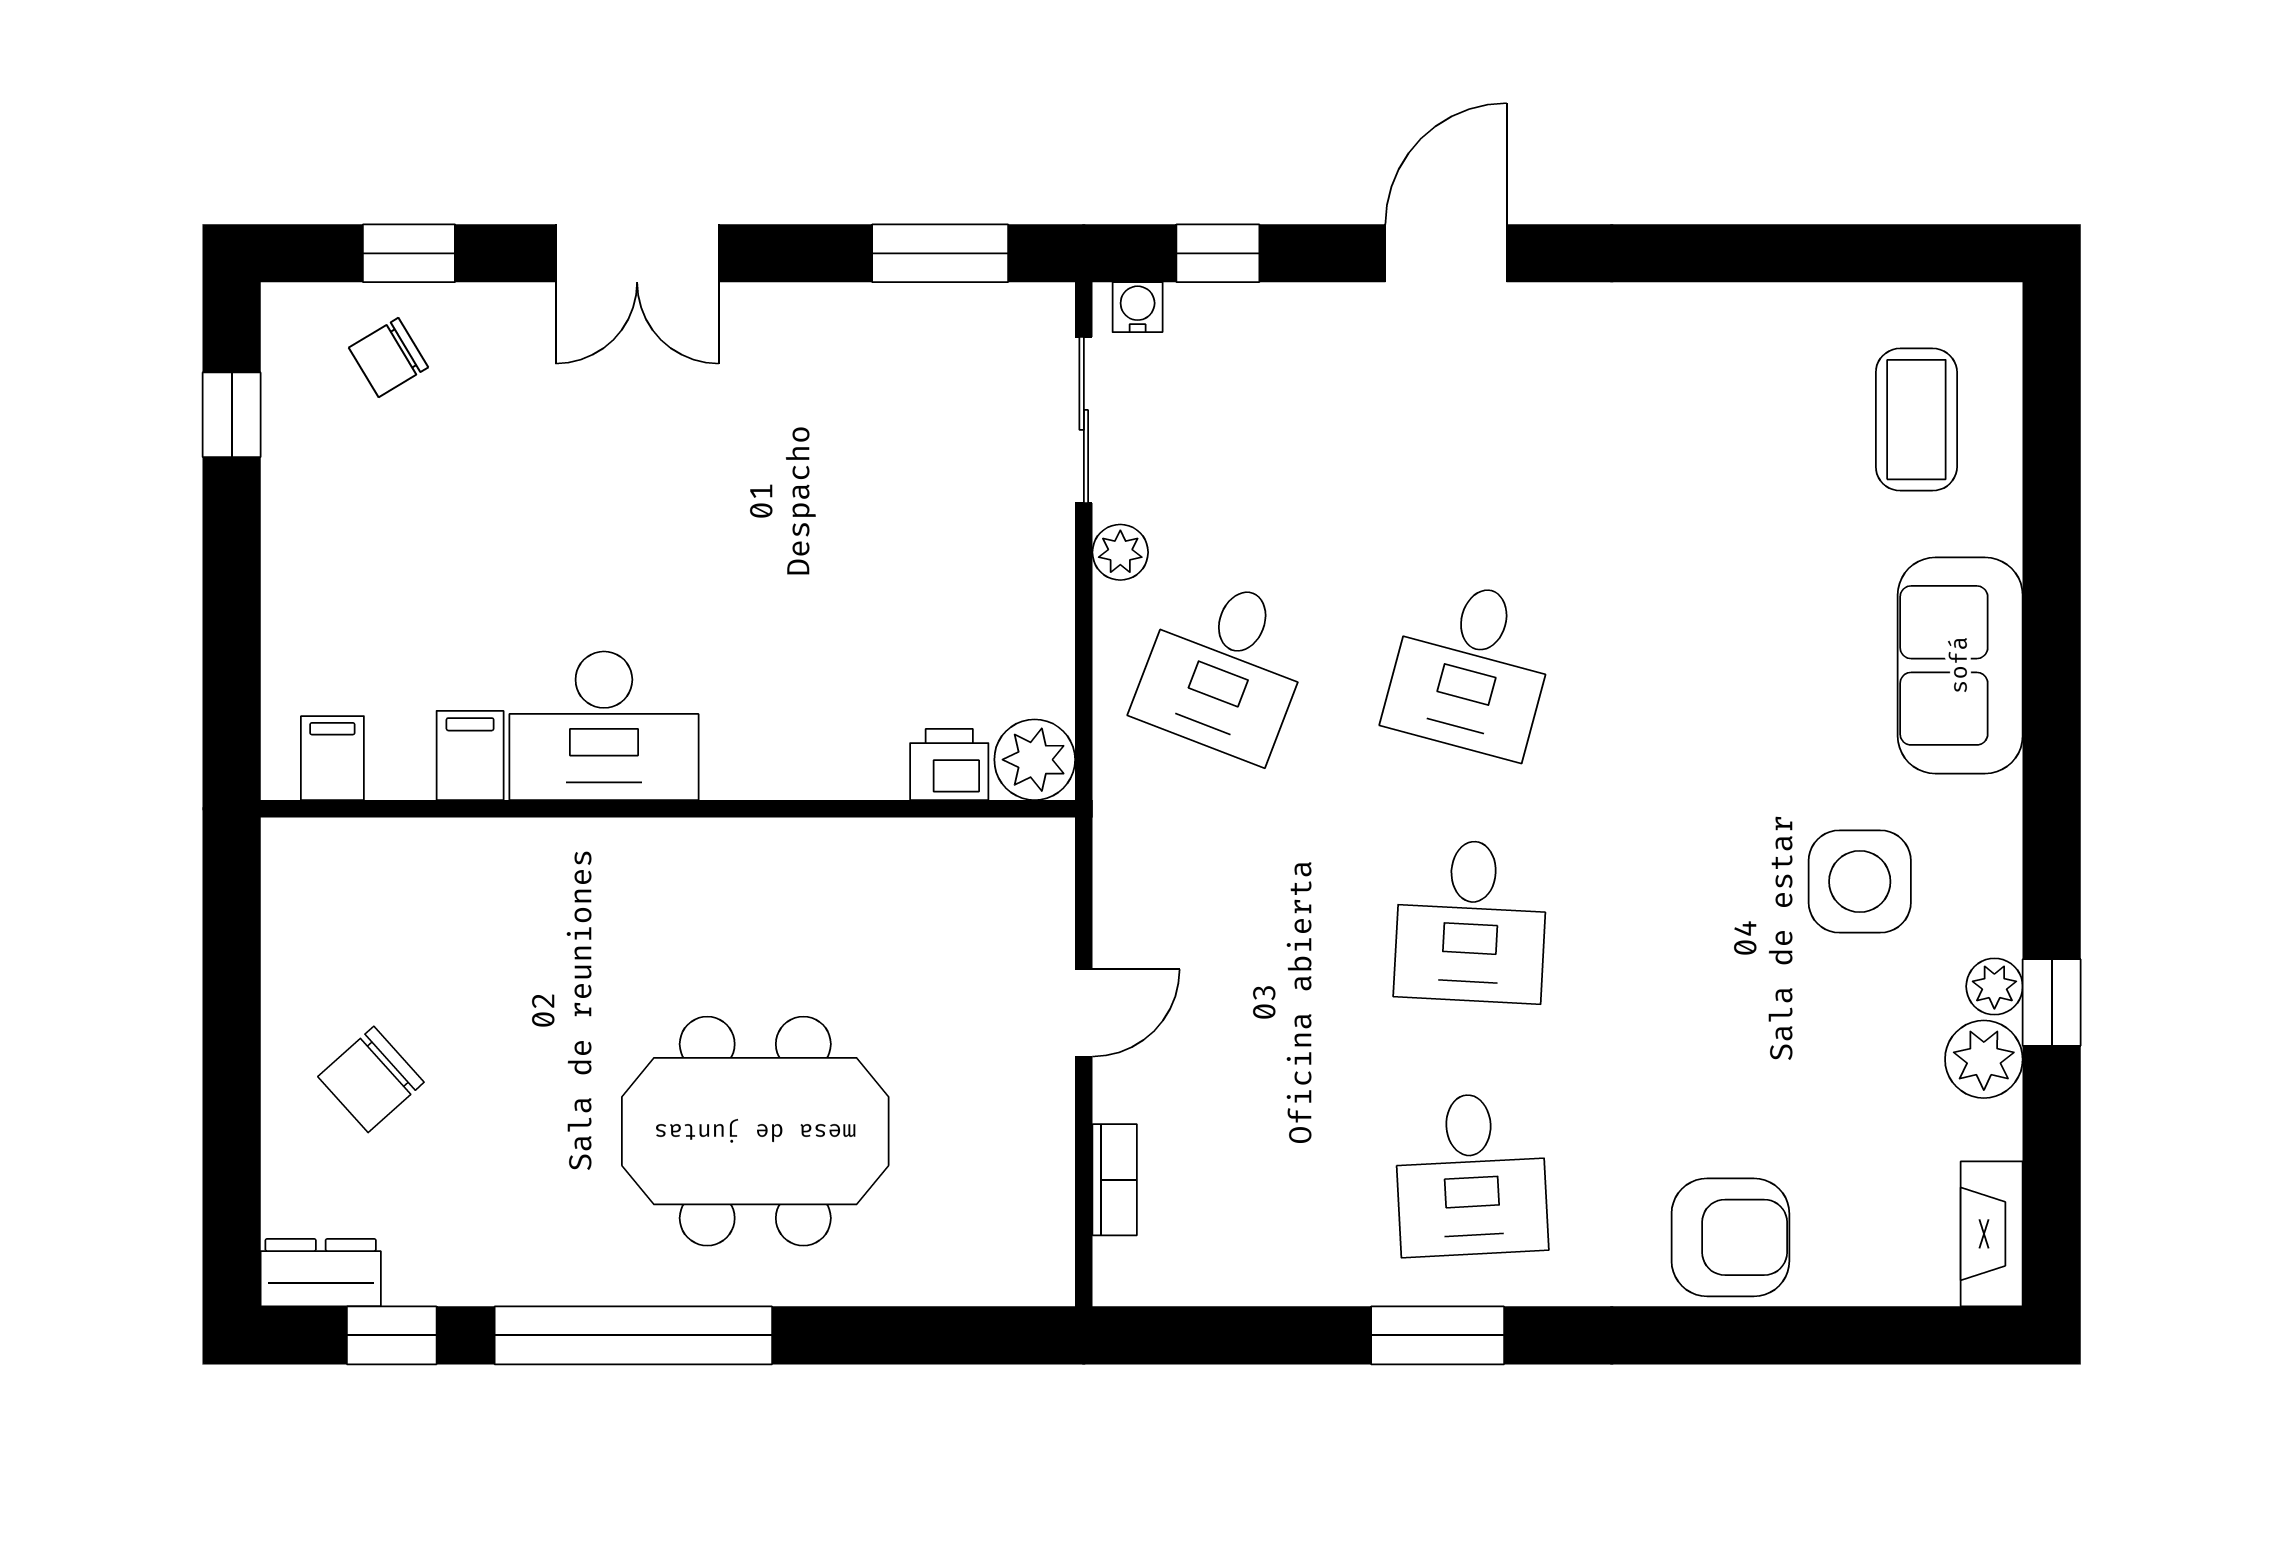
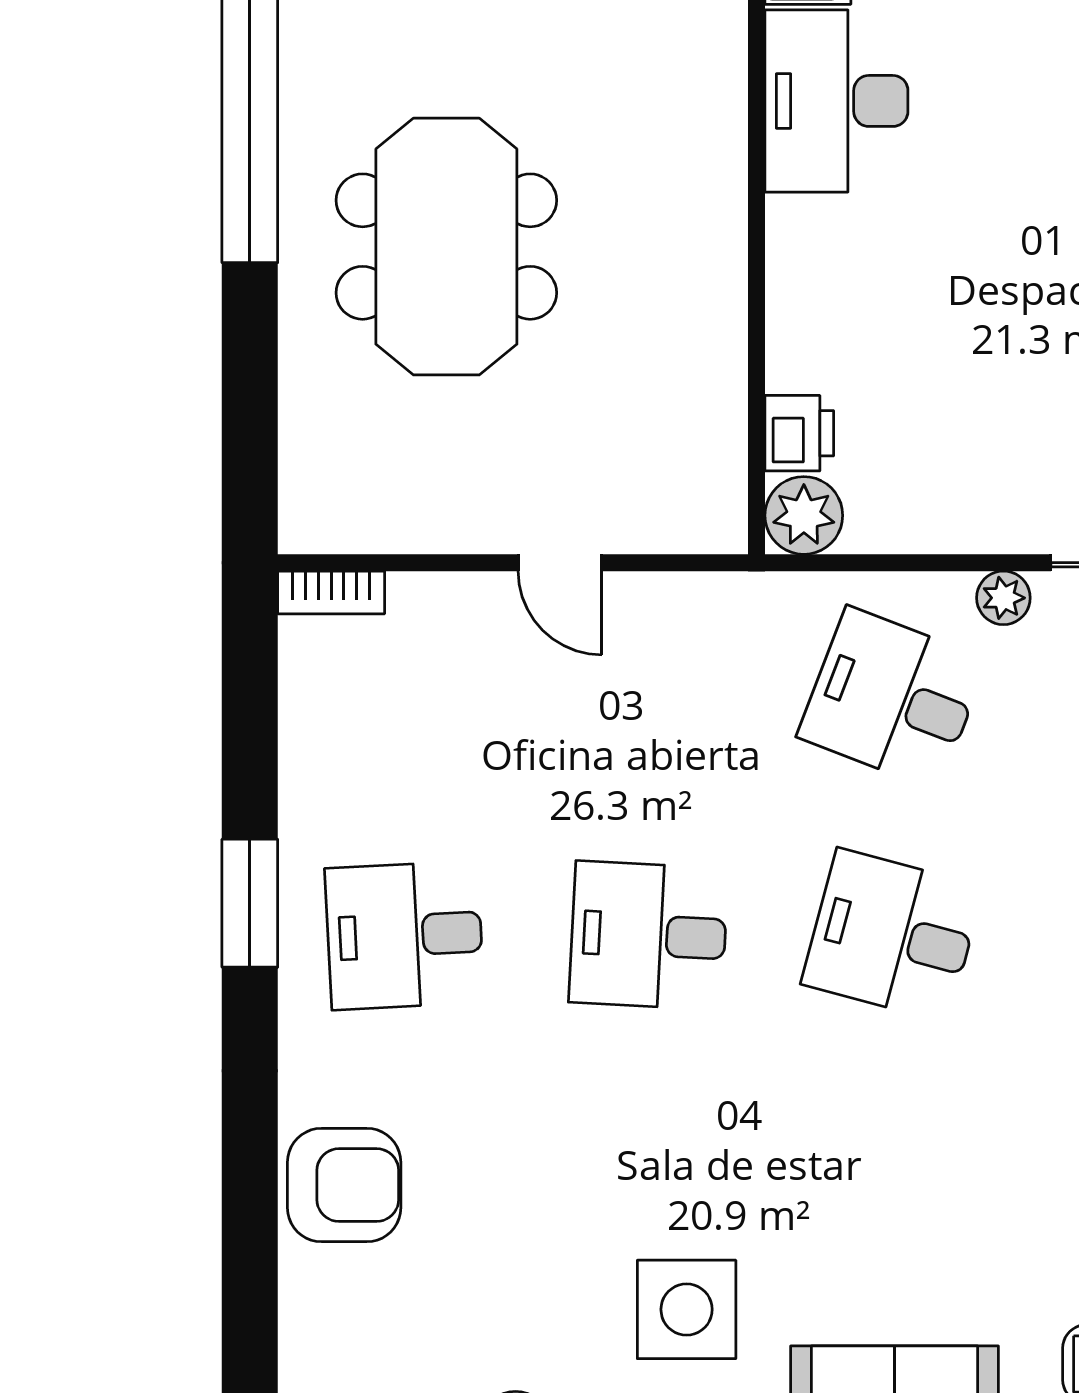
bookcase: (1115, 1180) -> (331, 592), moved
armchair: (1730, 1237) -> (344, 1185), turned -90

